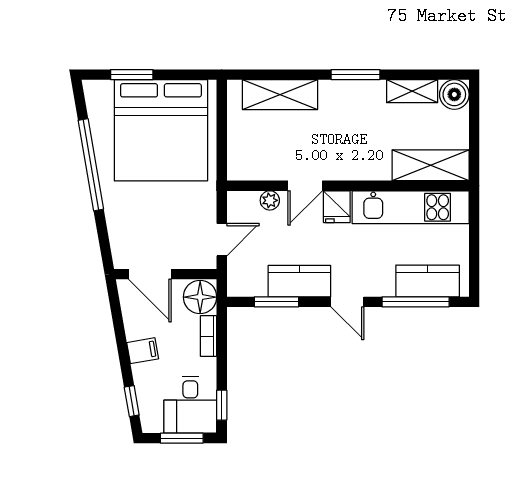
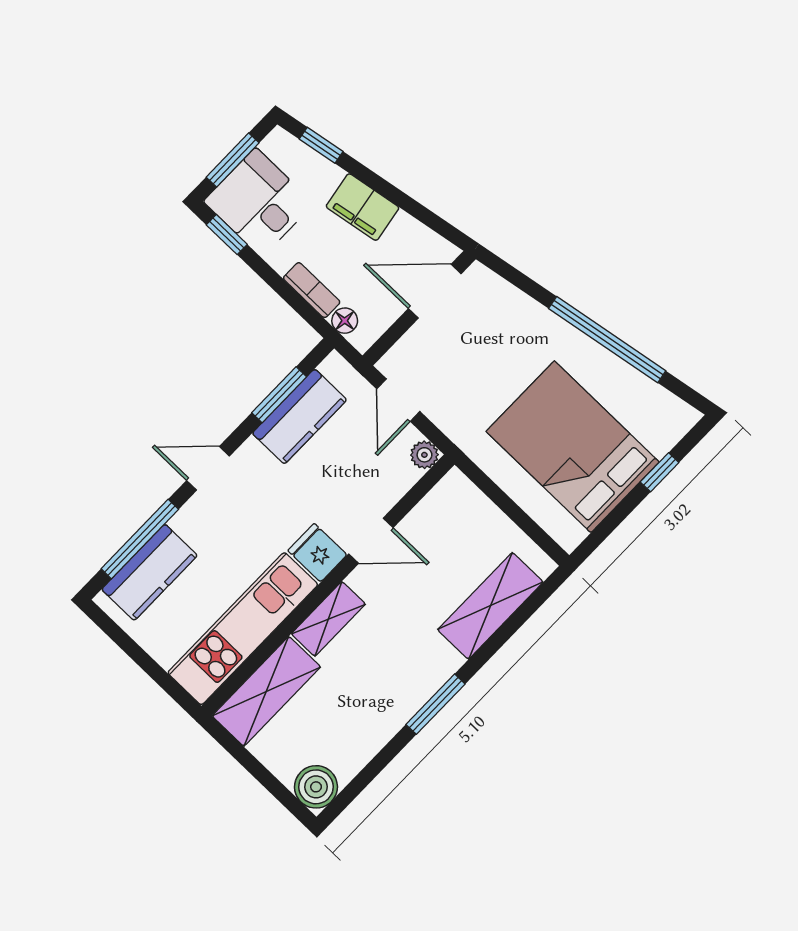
window: (132, 75) -> (660, 472), width x0.67
shelving: (412, 91) -> (328, 619), moved
bed: (161, 130) -> (573, 447), width x0.73
door: (305, 186) -> (371, 541), swing flipped
plant: (270, 200) -> (424, 455), moved
kitchen counter: (299, 281) -> (300, 417), moved
floor lamp: (200, 297) -> (345, 321), width x0.53, depth x0.53
filing cabinet: (143, 351) -> (362, 207), width x2.00

